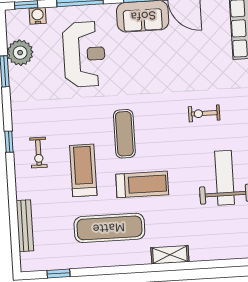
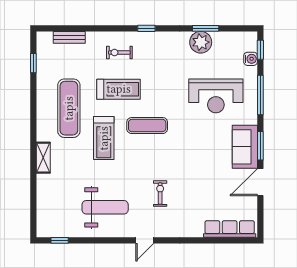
plant: (20, 53) -> (201, 42), moved
exercise bike: (38, 153) -> (119, 53), moved
bench: (25, 226) -> (69, 37), width x0.73

